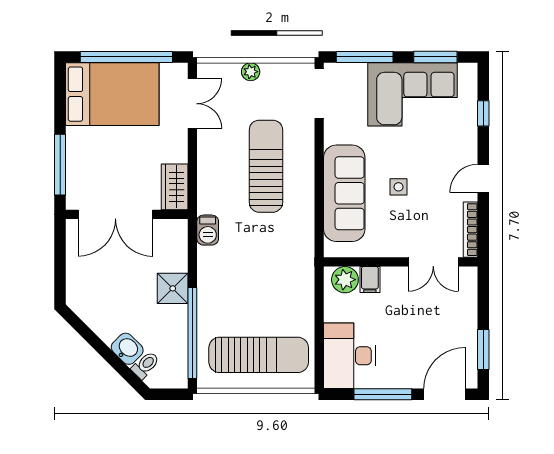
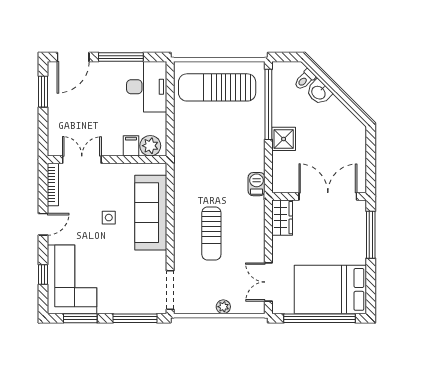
corner sofa: (412, 94) -> (72, 279), moved, turned 90
sun lounger: (266, 166) -> (211, 234), width x0.73, depth x0.75

